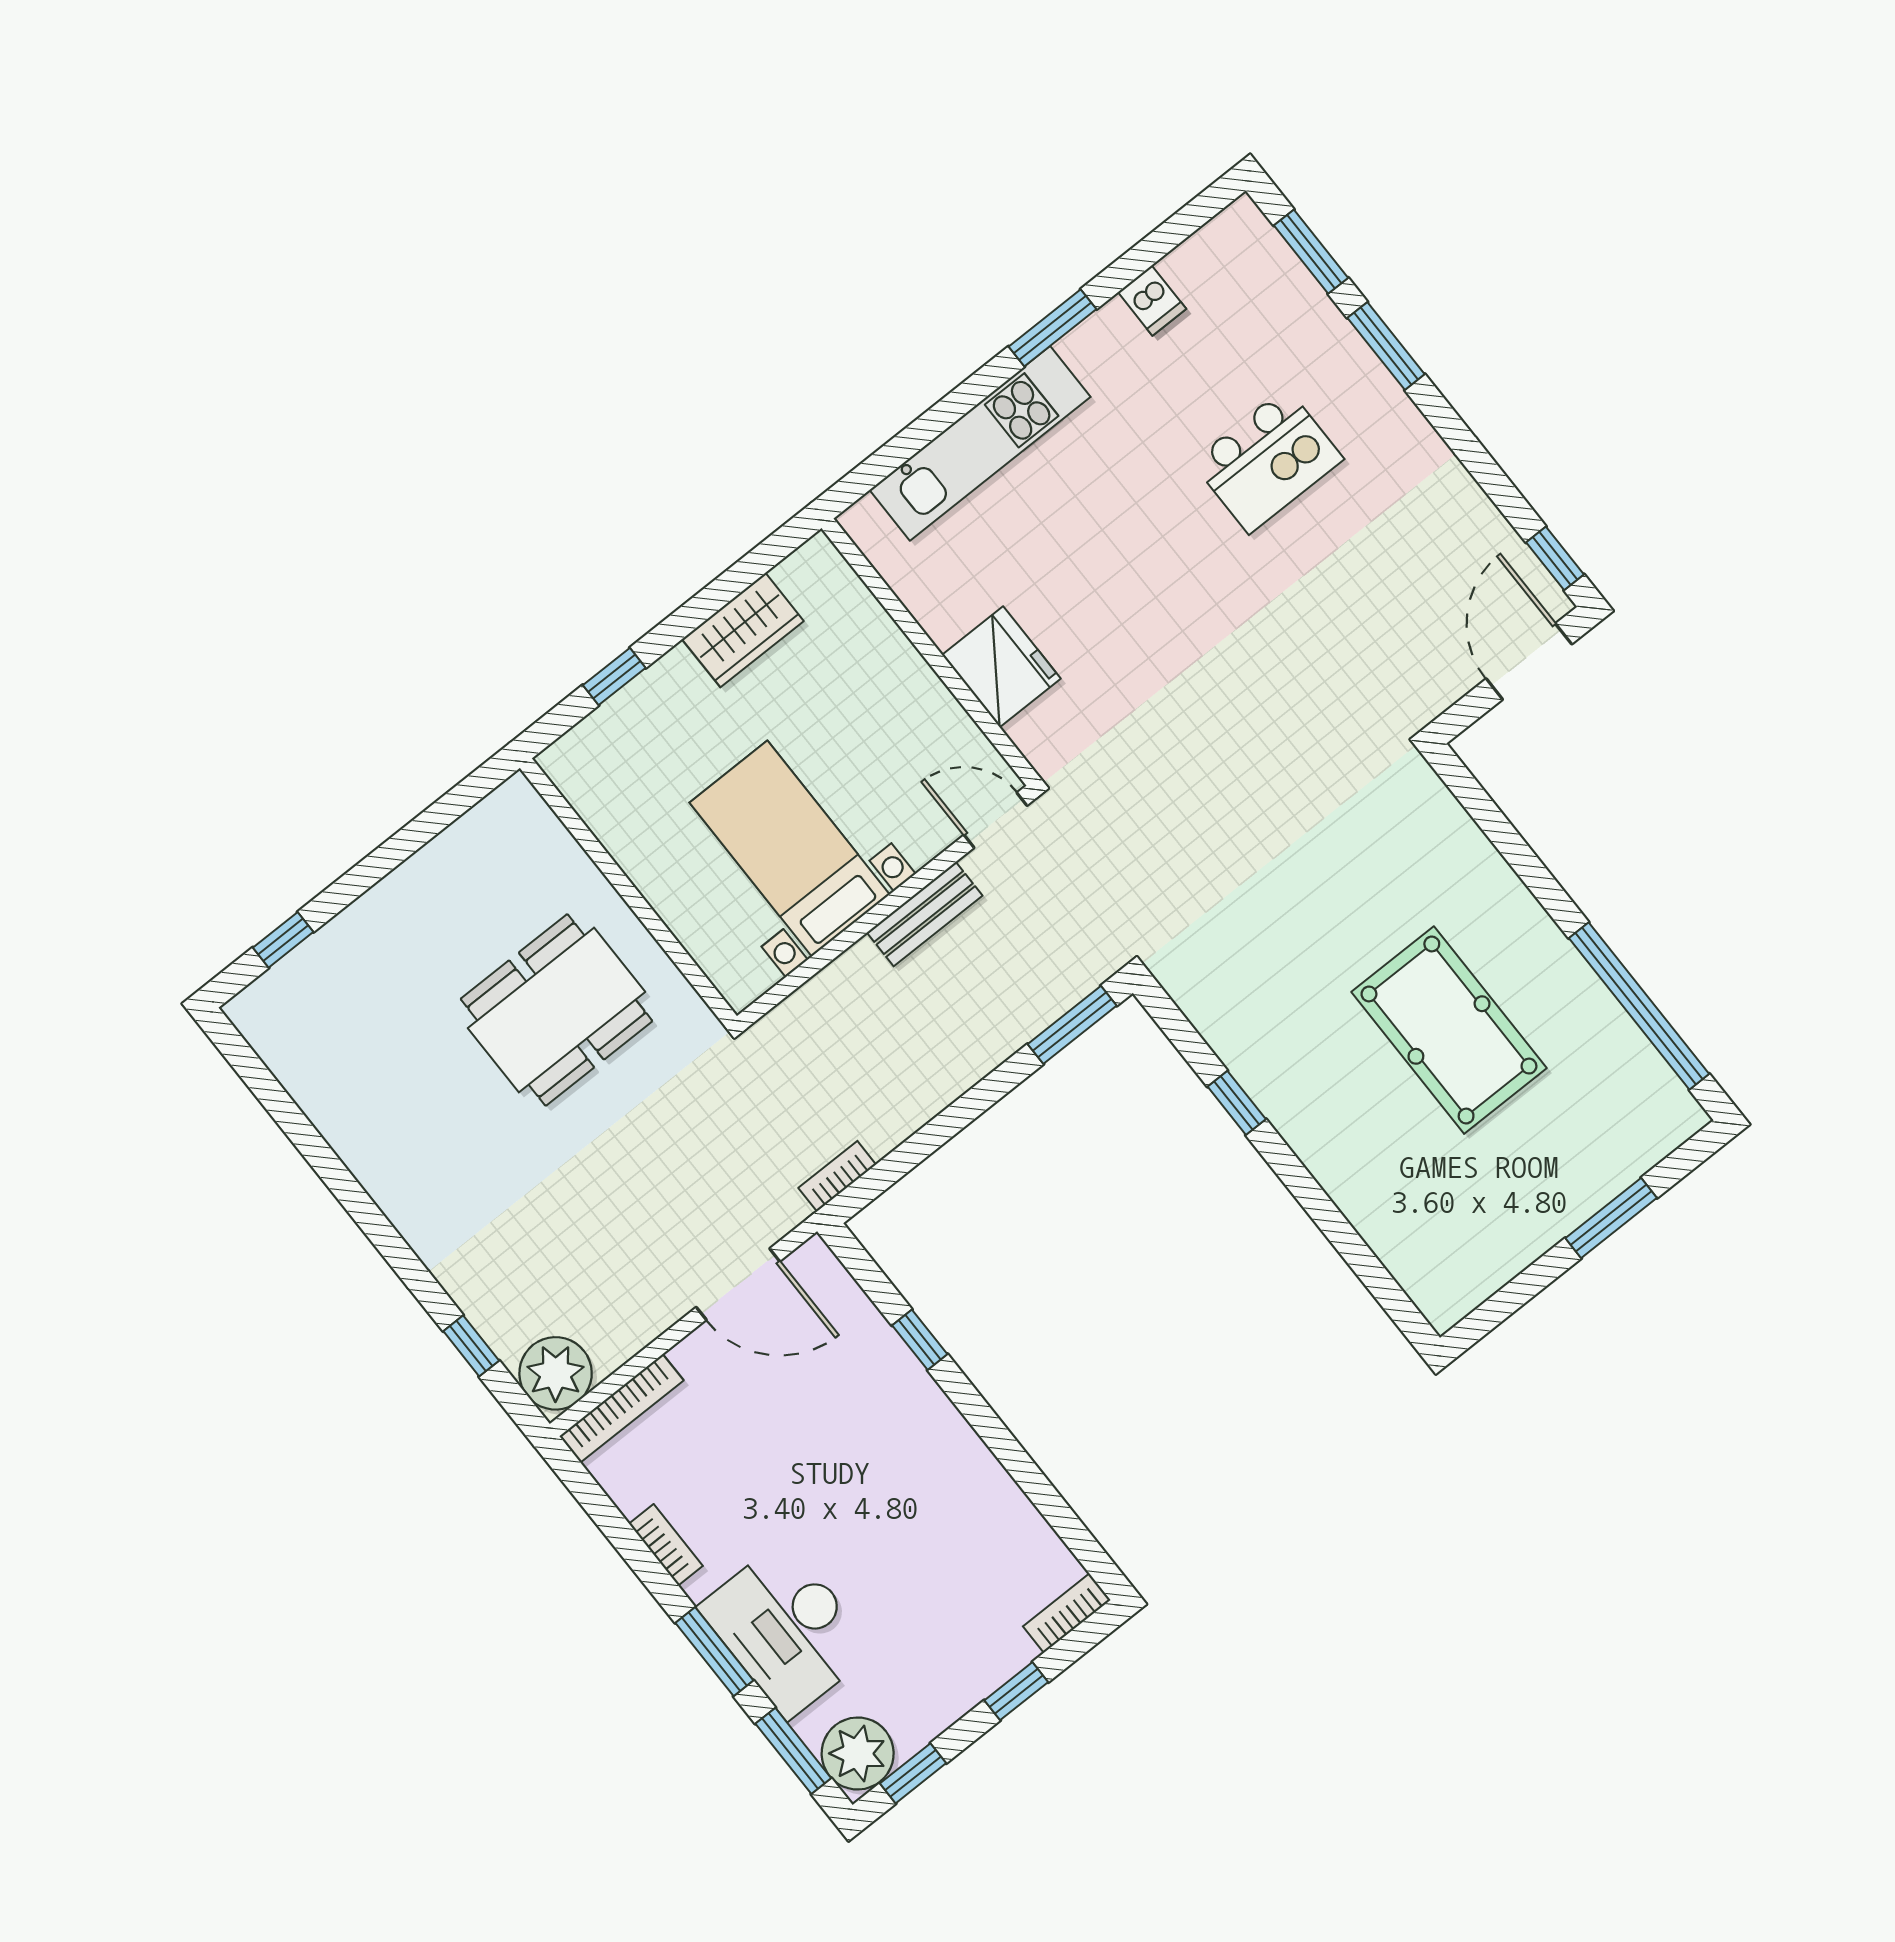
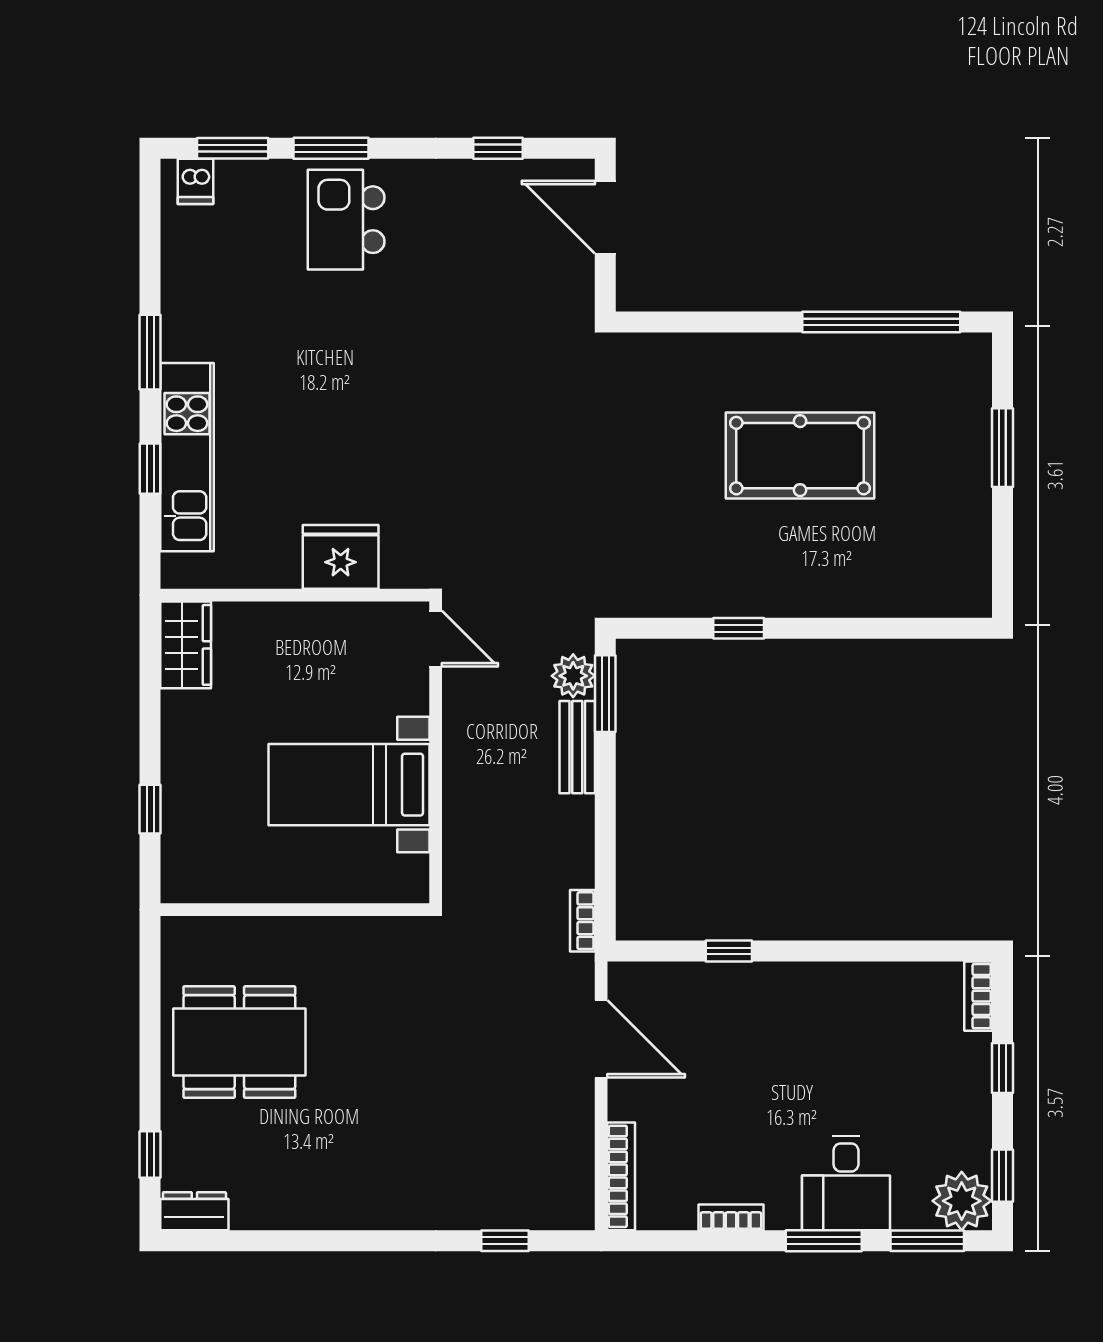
dishwasher: (1152, 301) -> (196, 181), moved, turned 90
window: (941, 417) -> (150, 469), added
kitchen island: (1268, 460) -> (346, 220), moved, turned 180
window: (1555, 558) -> (498, 148), moved
wardrobe: (743, 630) -> (186, 645), moved
door: (995, 820) -> (436, 639), swing flipped
bench: (925, 914) -> (577, 747), moved
dining table: (556, 1010) -> (239, 1042), moved, turned 90
dresser: (263, 1026) -> (194, 1211), added
door: (738, 1284) -> (601, 1039), hinge flipped
plant: (556, 1373) -> (573, 676), moved, width x0.73, depth x0.73
desk: (787, 1629) -> (846, 1183), width x0.73

